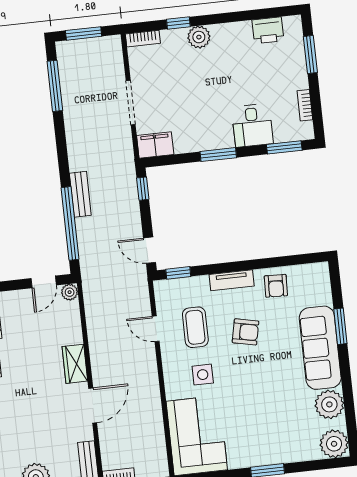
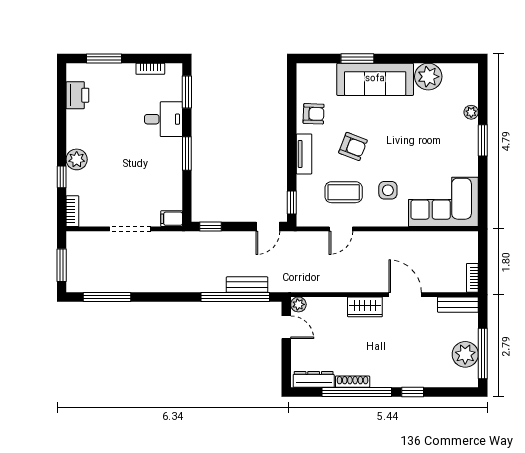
filing cabinet: (155, 145) -> (172, 219), width x0.50
bench: (80, 194) -> (247, 285), moved
armchair: (246, 332) -> (353, 146), turned 99
plant: (334, 444) -> (471, 112), moved, width x0.53, depth x0.53

